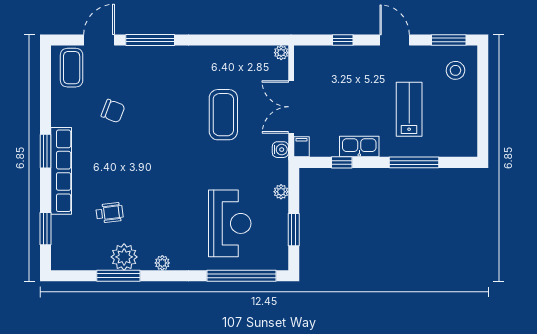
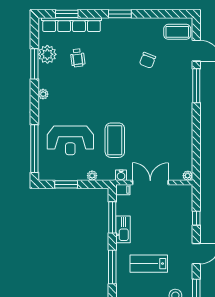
lab bench: (409, 109) -> (149, 264), turned 180
coffee table: (223, 115) -> (115, 140), moved, turned 90
window: (342, 162) -> (112, 217), width x2.17
row of seats: (61, 171) -> (72, 25), moved
plant: (124, 257) -> (47, 54), moved

